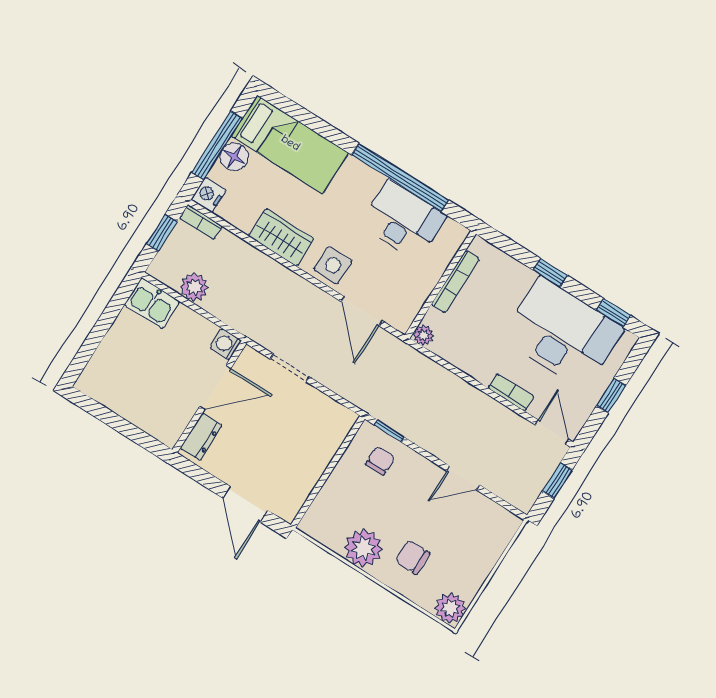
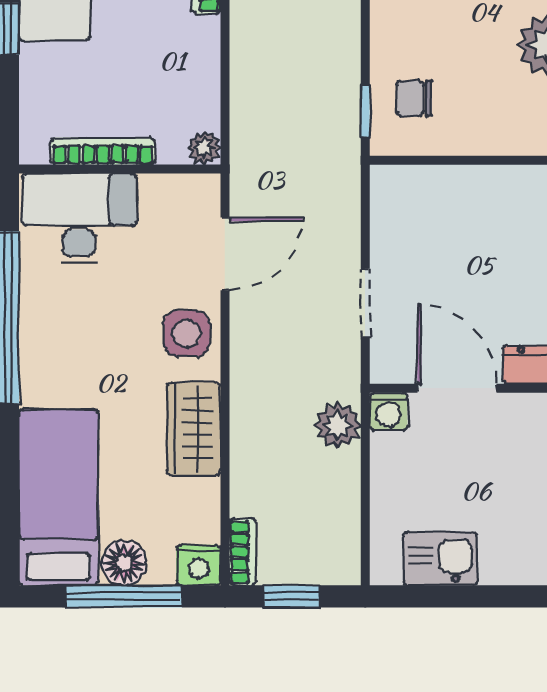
desk: (403, 220) -> (79, 218), moved, turned 90
plant: (194, 287) -> (338, 425), moved
kitchen sink: (152, 303) -> (441, 559), moved, turned -90

